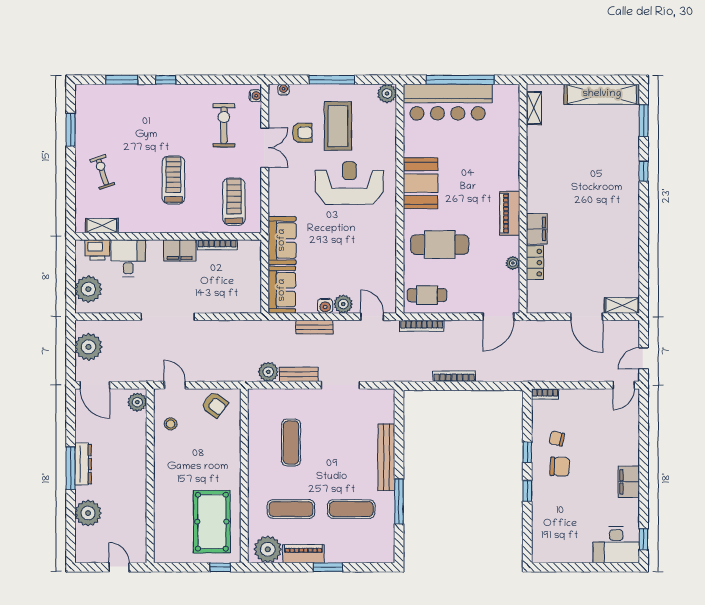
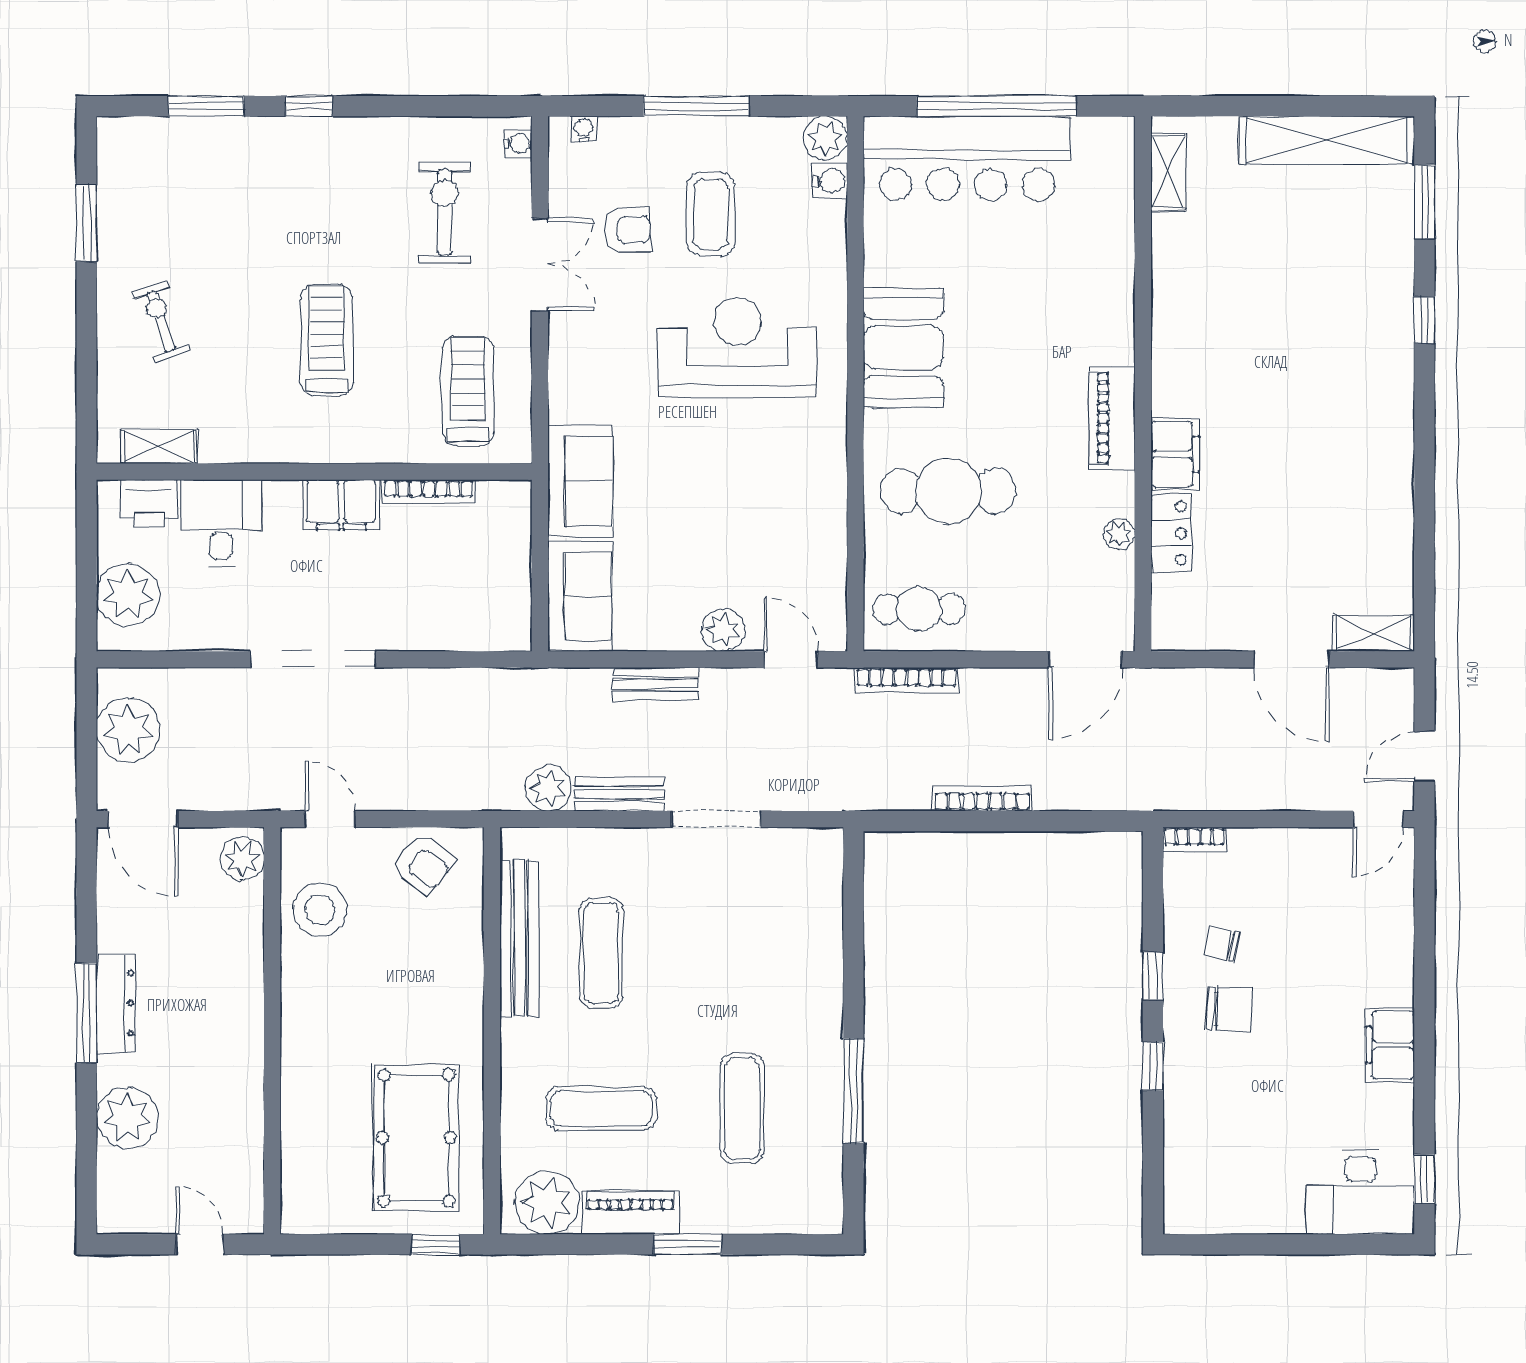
coffee table: (338, 126) -> (711, 214), width x0.73, depth x0.76
water cooler: (325, 306) -> (830, 181), moved, turned -90
stool: (171, 424) -> (320, 910), width x1.89, depth x1.89
bench: (386, 457) -> (519, 938), moved
exercise mat: (351, 509) -> (742, 1108), turned 90

